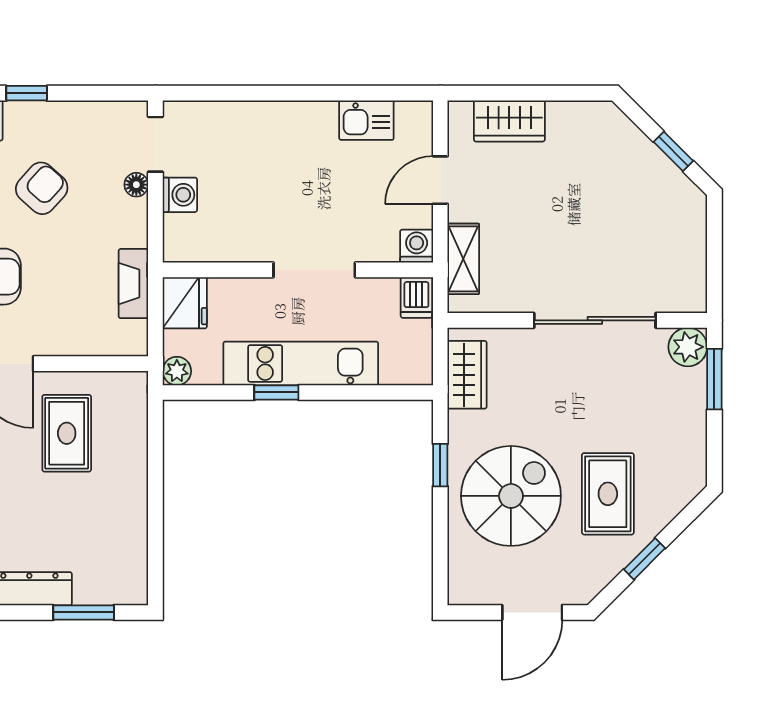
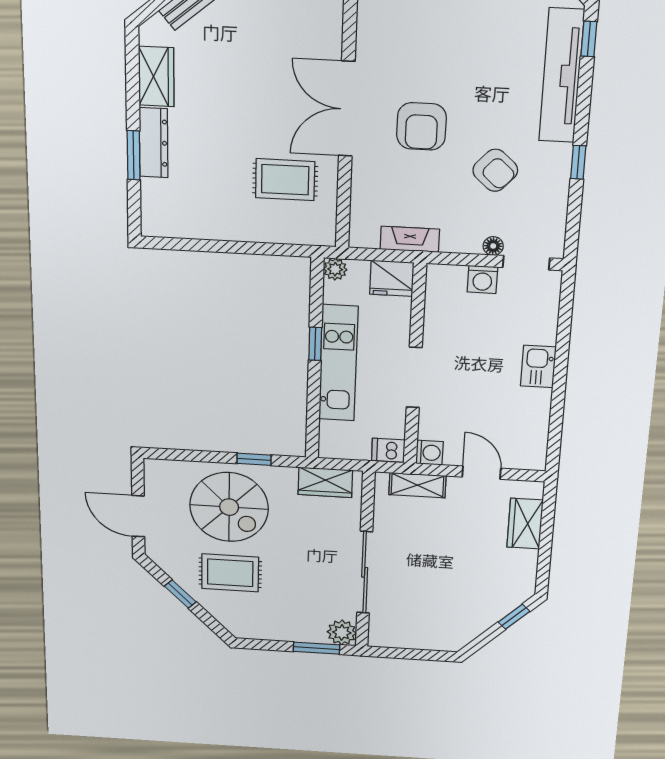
kitchen sink: (366, 120) -> (538, 366), moved
window: (673, 151) -> (514, 617), moved
window: (84, 612) -> (134, 155), moved

